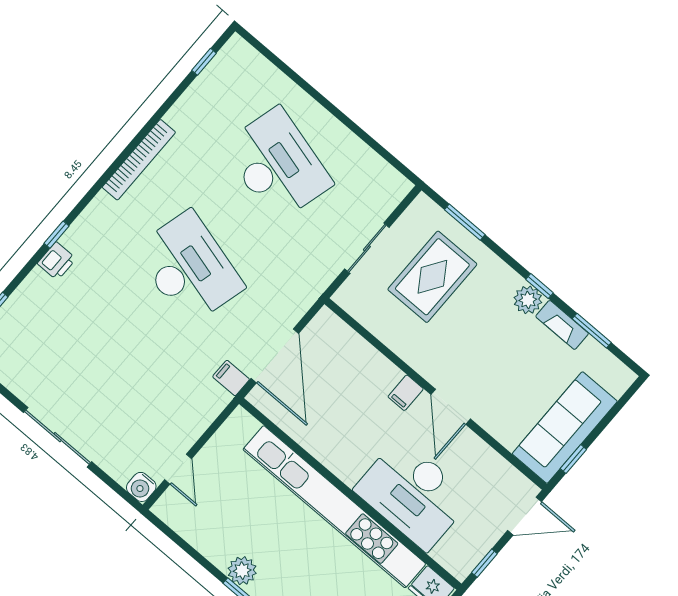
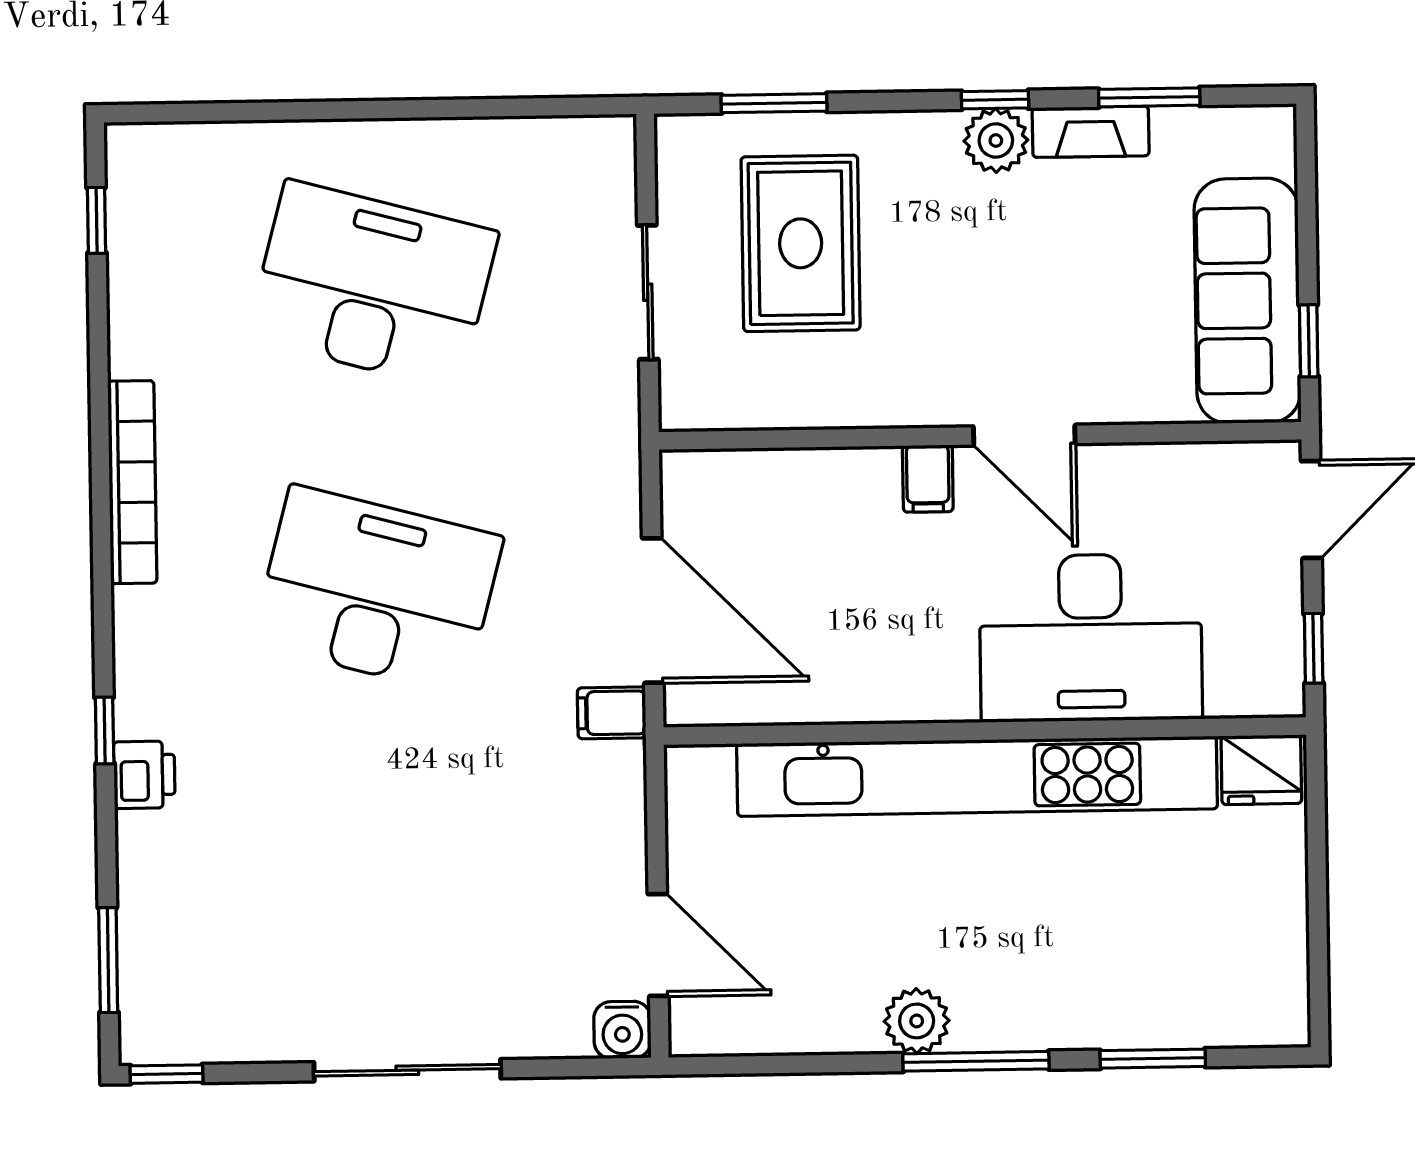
door: (178, 469) -> (658, 945), width x1.37

